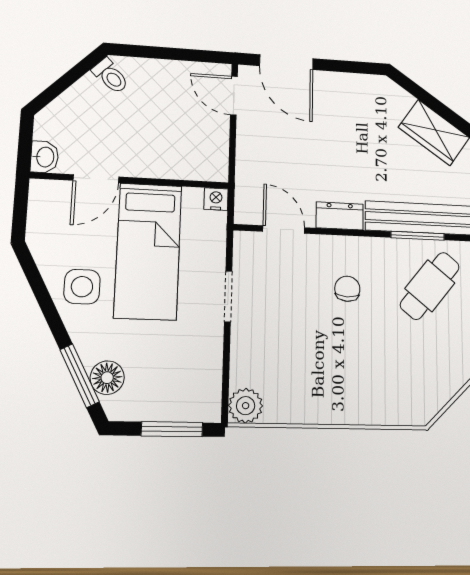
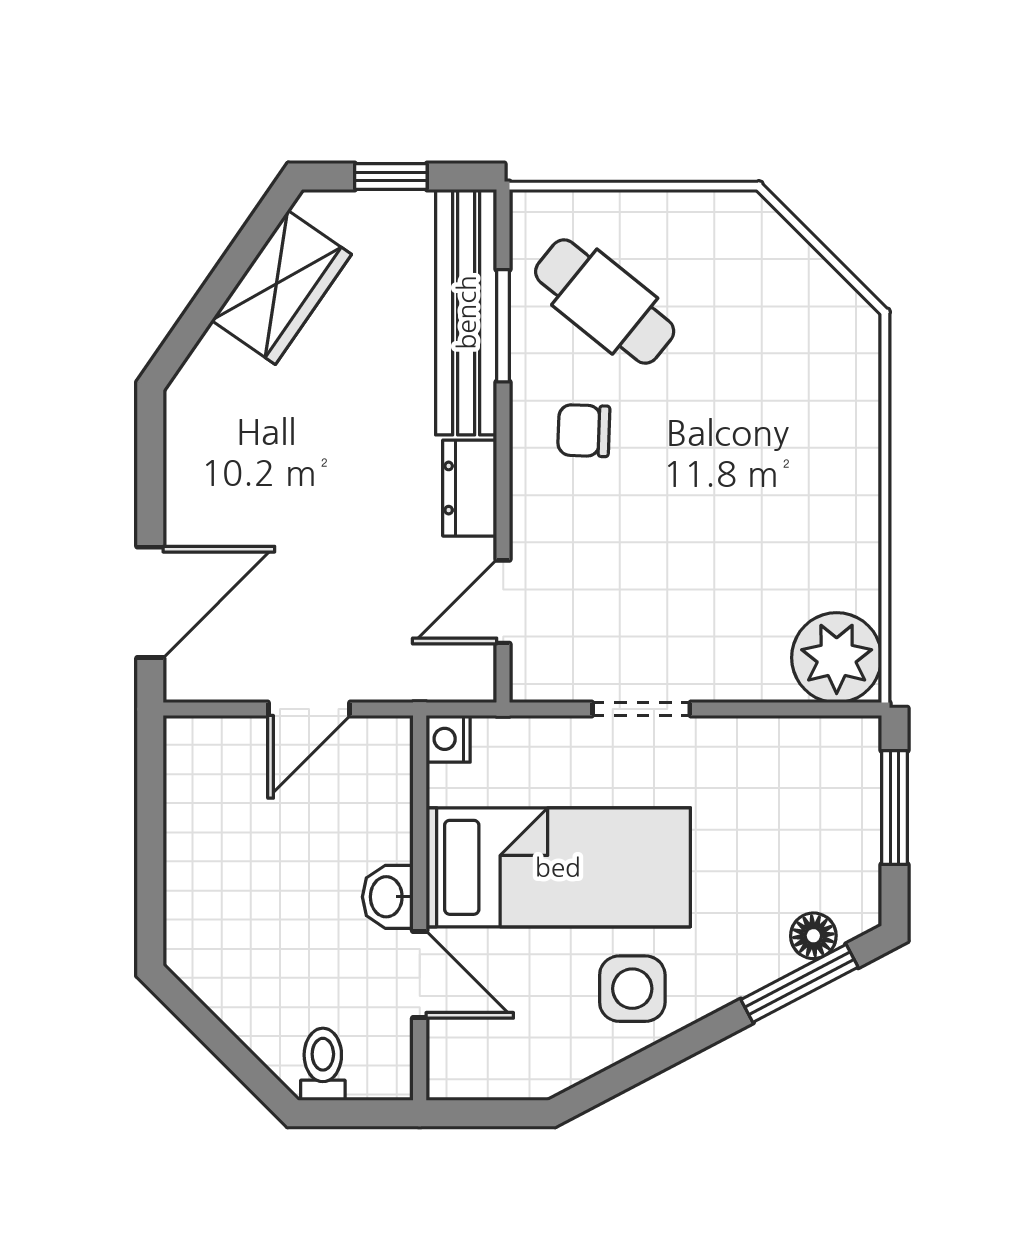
toilet: (110, 76) -> (323, 1064), moved, turned -45
door: (234, 96) -> (309, 709), moved
washbasin: (45, 157) -> (388, 897), moved, turned -90
chair: (347, 289) -> (584, 431), moved
floor lamp: (107, 378) -> (813, 936), width x0.73, depth x0.73
plant: (246, 406) -> (837, 658), width x1.36, depth x1.36

